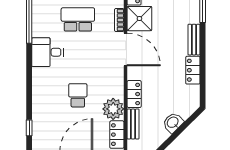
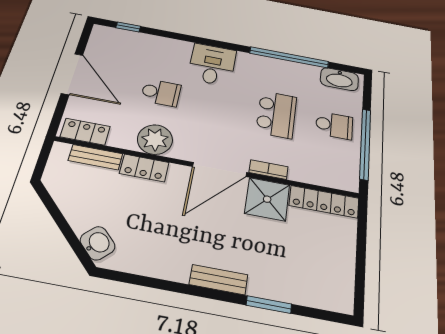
desk: (47, 52) -> (212, 65), moved
locker: (193, 70) -> (164, 267), removed
plant: (113, 109) -> (155, 140), moved
washbasin: (173, 123) -> (98, 243), moved

